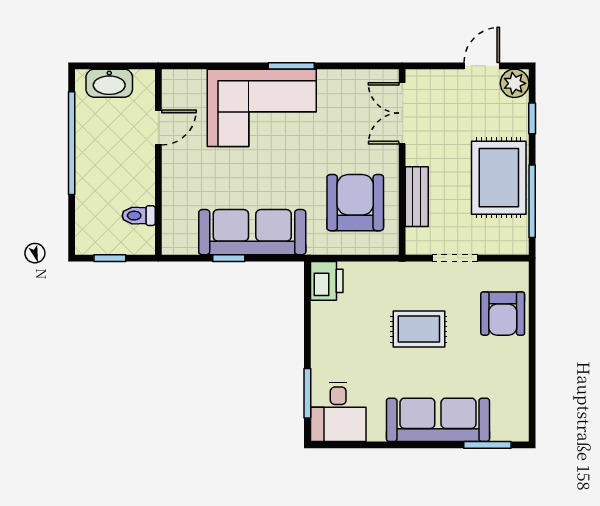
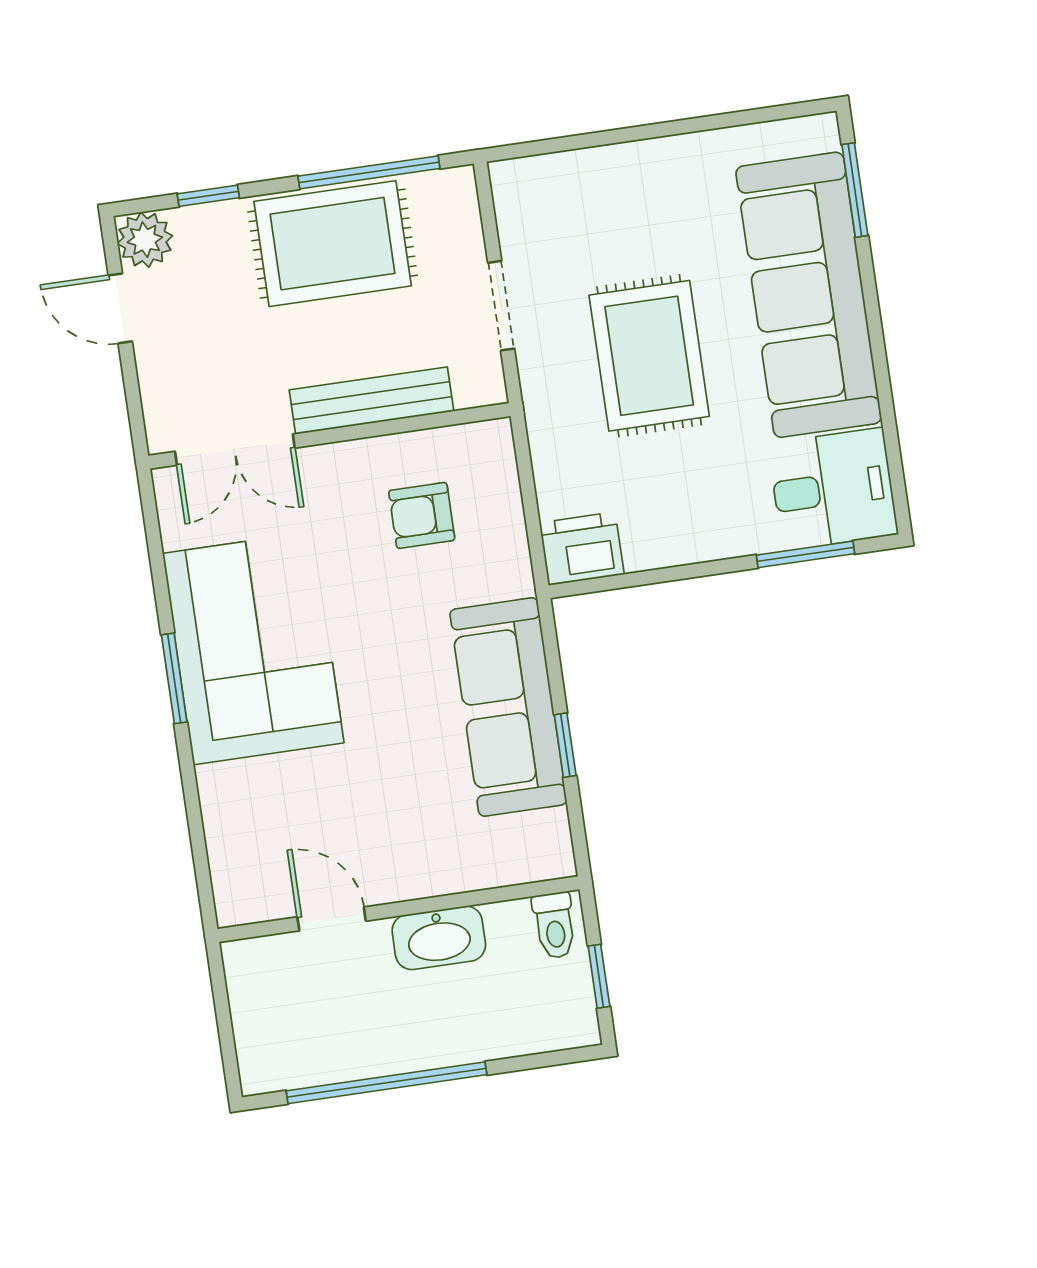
washbasin: (109, 83) -> (439, 938), moved, turned 90
corner sofa: (262, 108) -> (253, 648), moved
bench: (417, 197) -> (372, 401), width x1.36
armchair: (355, 203) -> (422, 515), width x0.53, depth x0.53
toilet: (139, 216) -> (554, 925), moved
armchair: (503, 314) -> (595, 197), removed
rug: (419, 329) -> (649, 356), width x1.36, depth x1.43
sofa: (438, 420) -> (809, 295), width x1.36, depth x1.27

